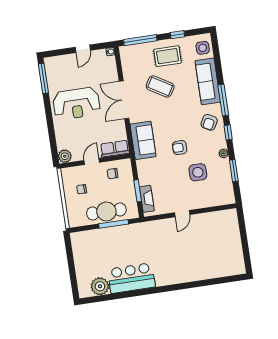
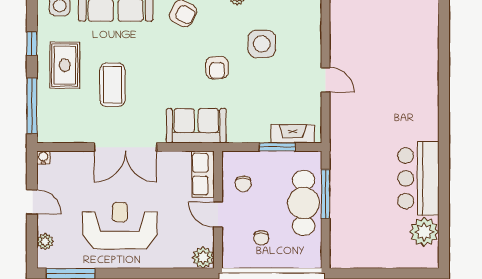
plant: (60, 60) -> (45, 242), added
coffee table: (160, 86) -> (112, 85), turned -31
reception desk: (76, 104) -> (120, 226), turned -90

